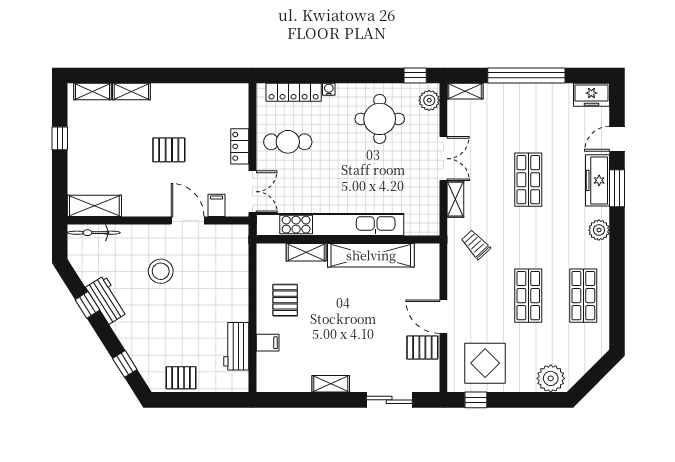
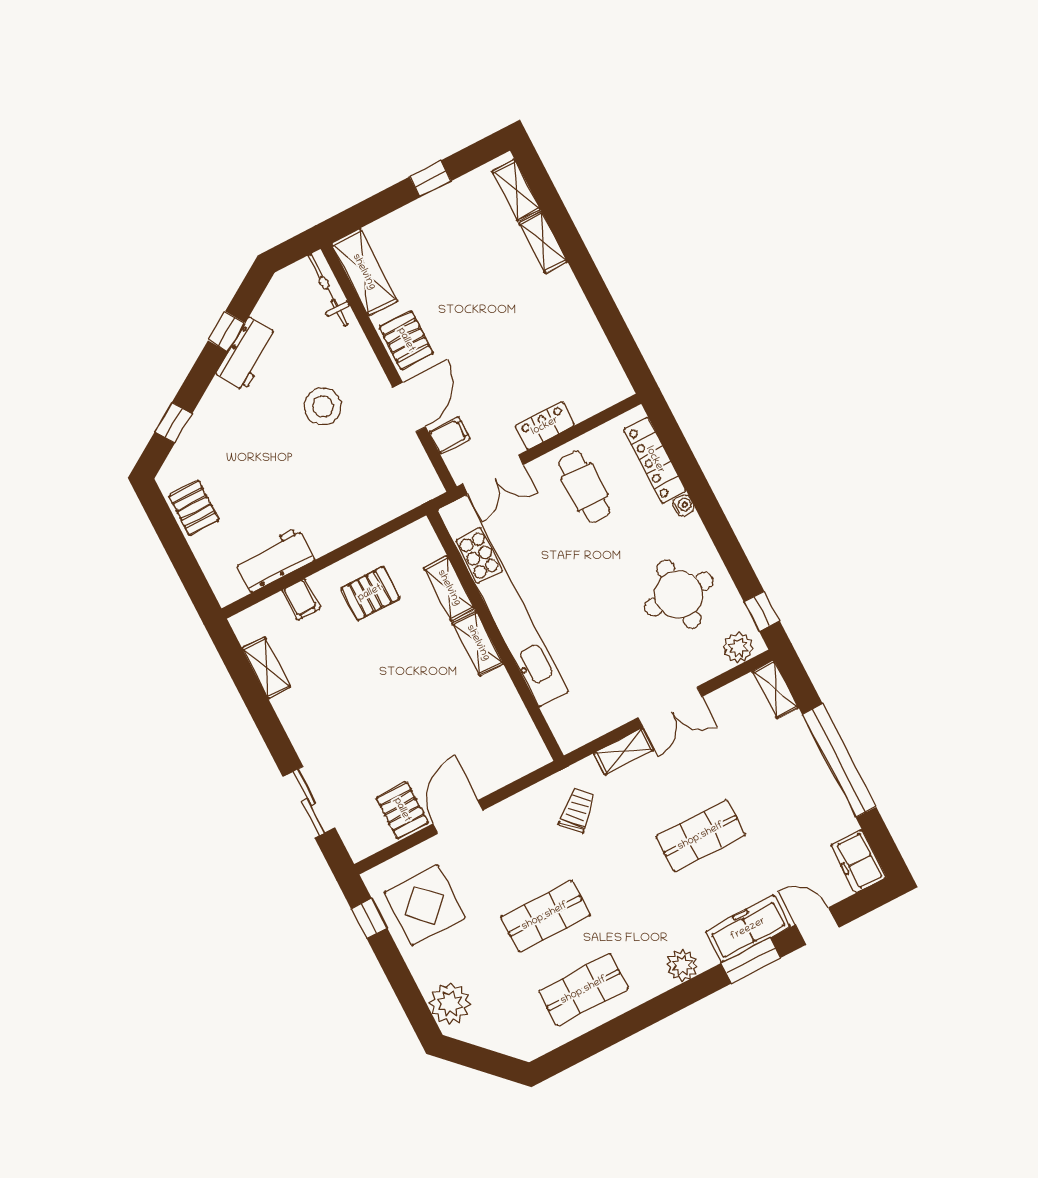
pallet: (169, 150) -> (406, 340), moved
shelving: (371, 255) -> (478, 643), width x0.45, depth x0.75
shelving: (331, 384) -> (266, 668), moved

